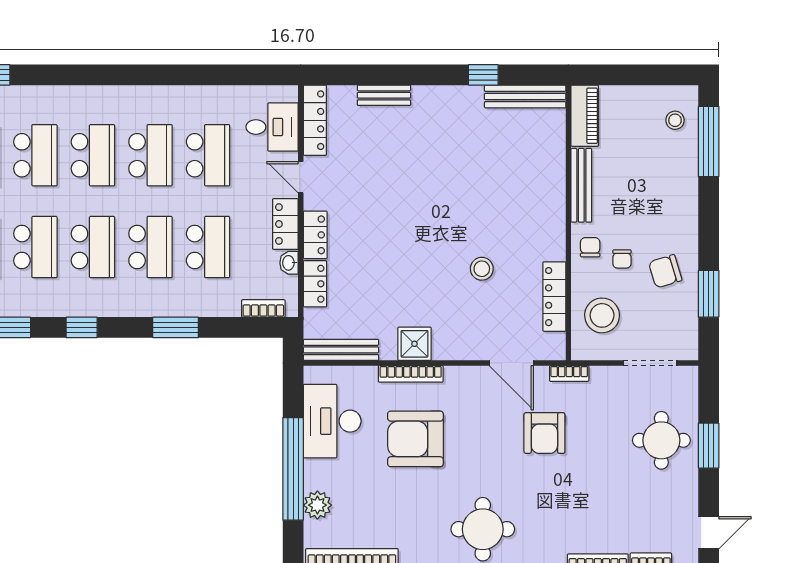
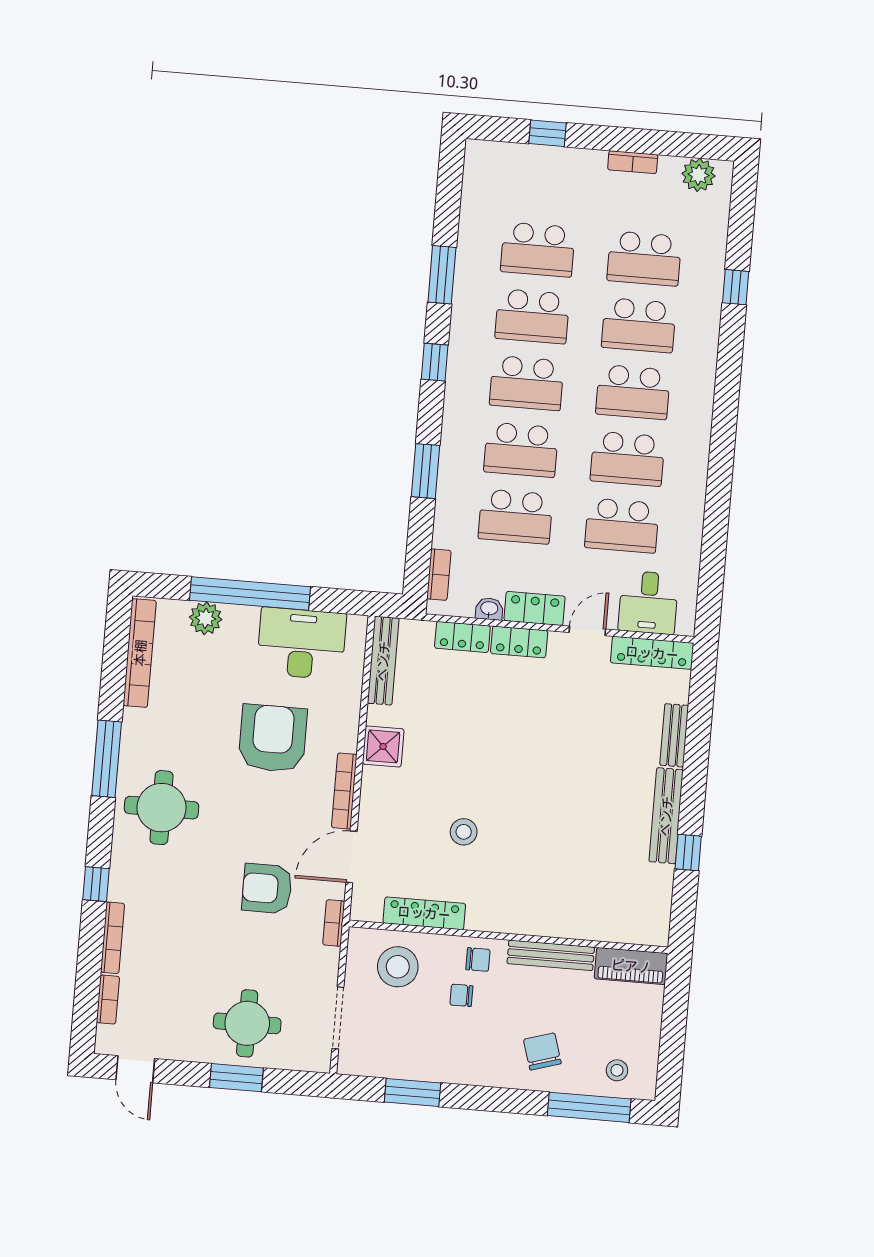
bench: (525, 97) -> (666, 816), moved
chair: (665, 271) -> (542, 1051), moved
bookcase: (411, 374) -> (344, 791), moved

